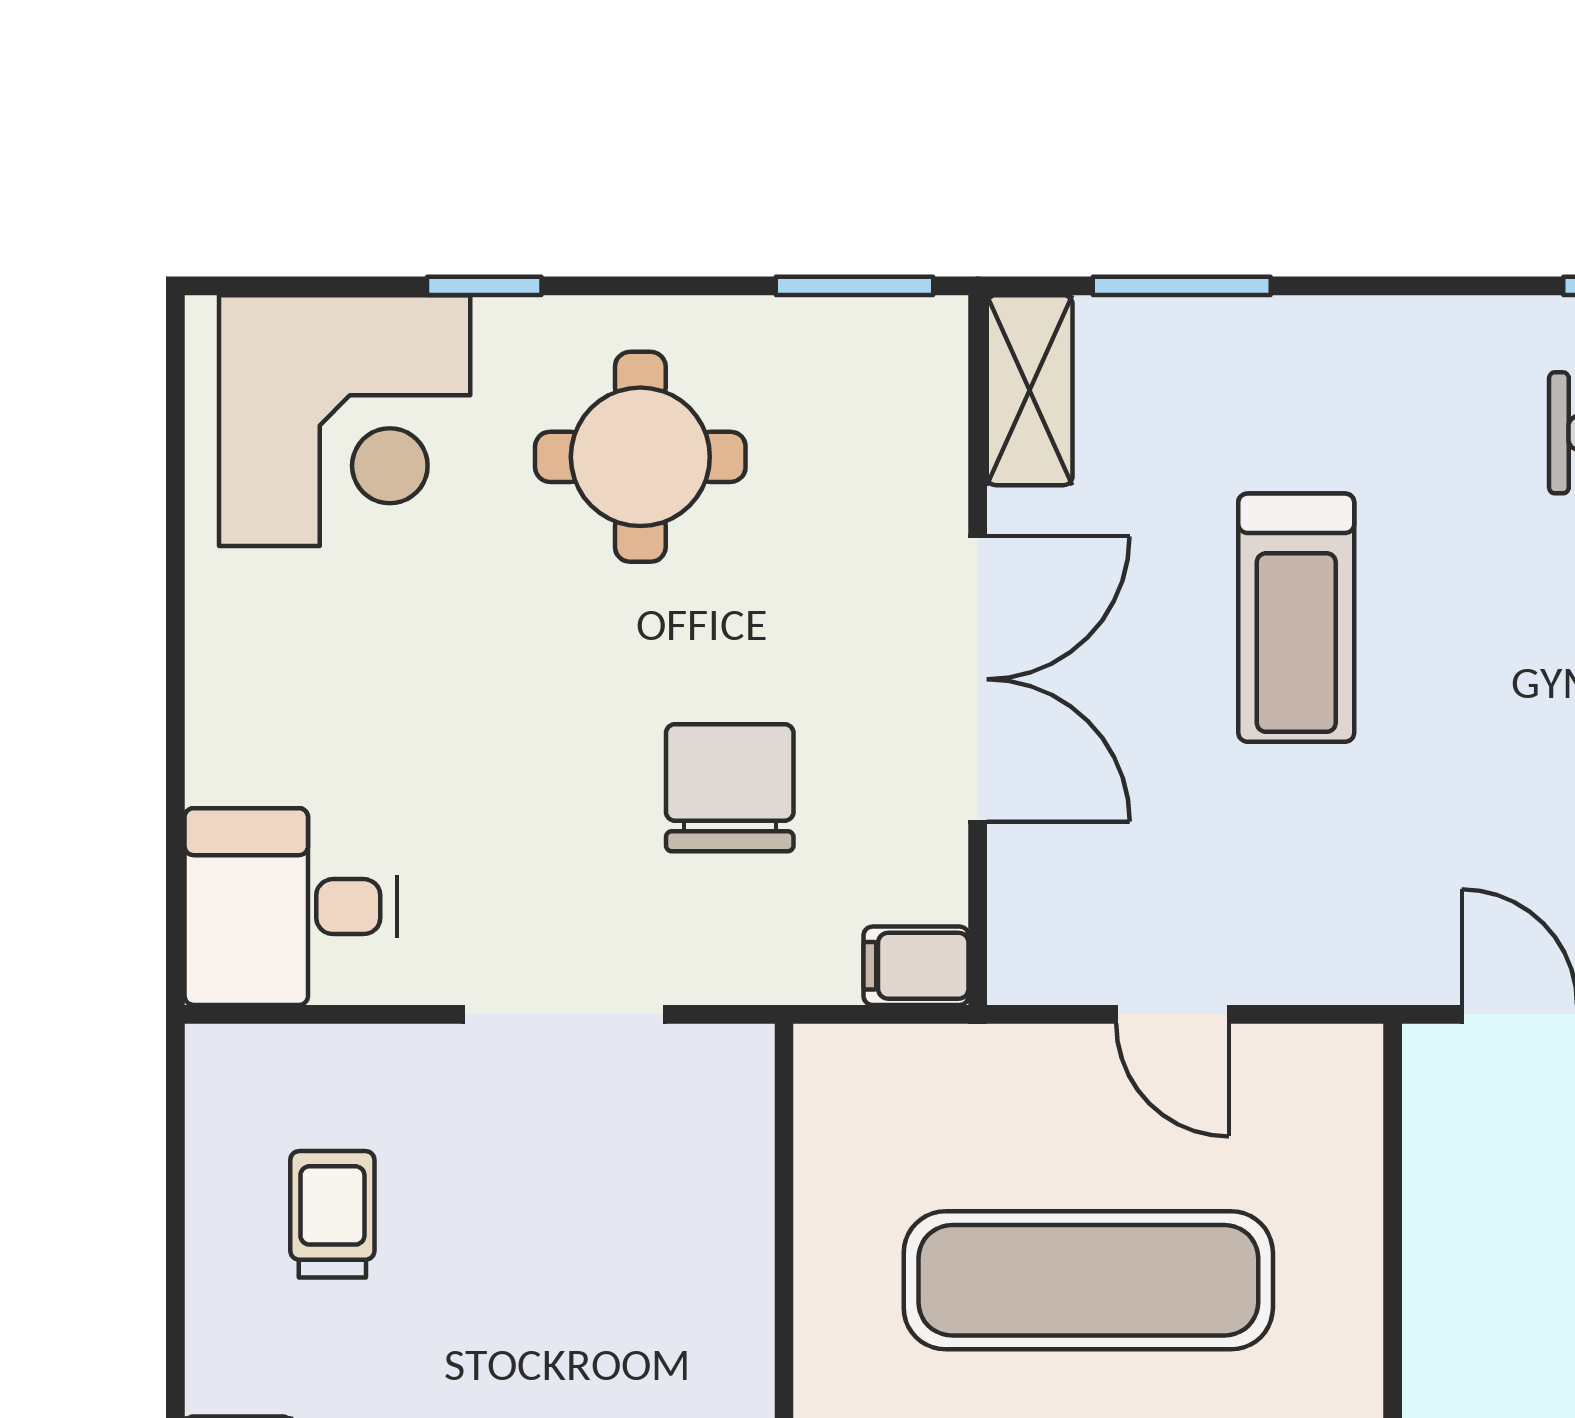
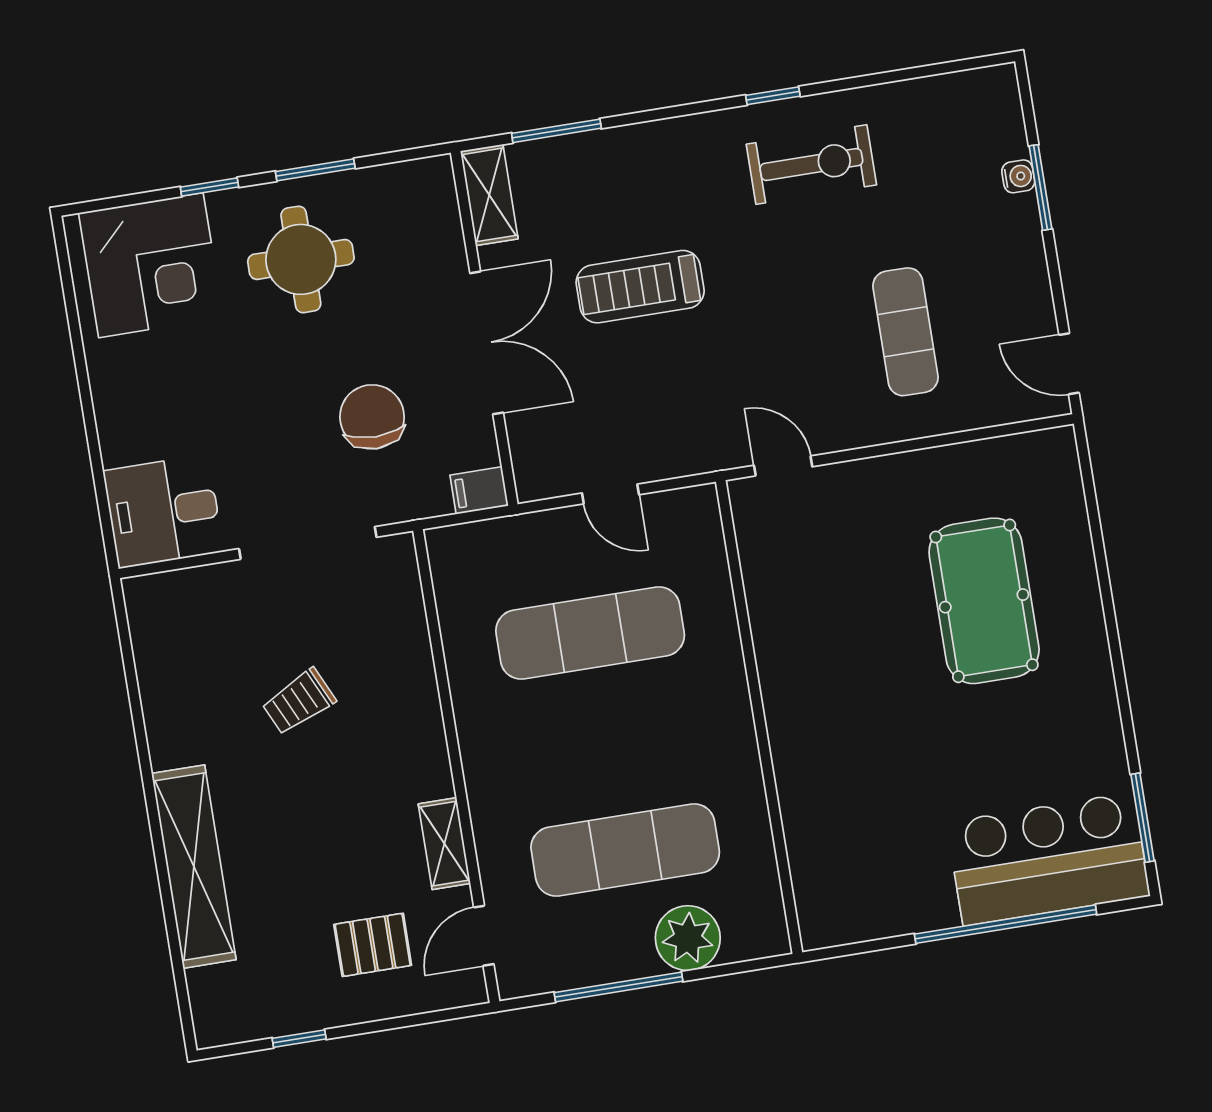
window: (855, 286) -> (315, 170), moved
treadmill: (1296, 618) -> (640, 287), turned 90
doorway: (564, 1014) -> (308, 543), width x1.36
trolley: (332, 1214) -> (299, 702), moved, turned -115

